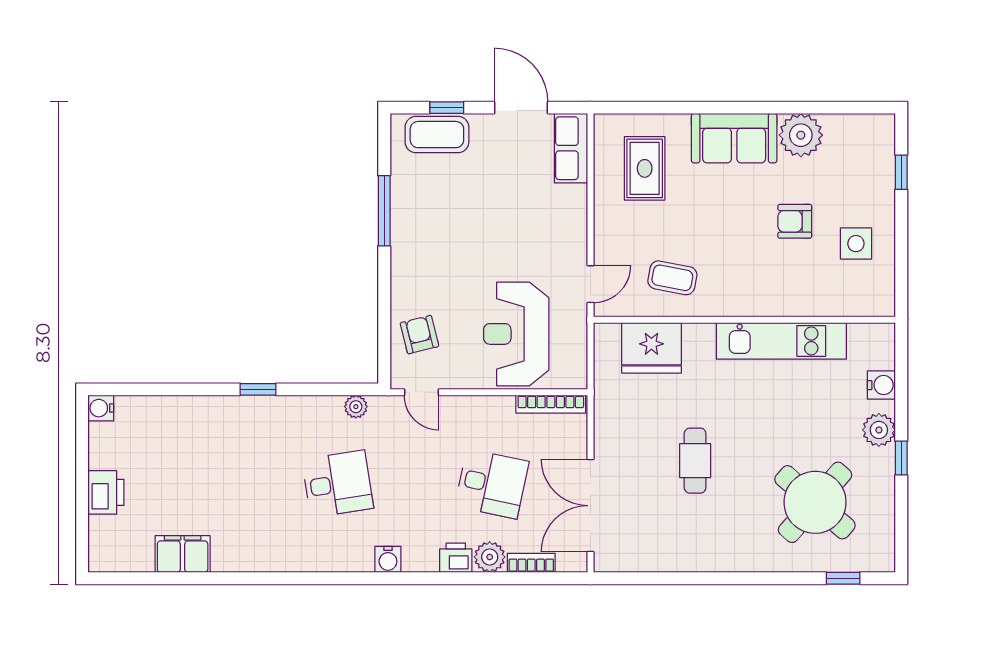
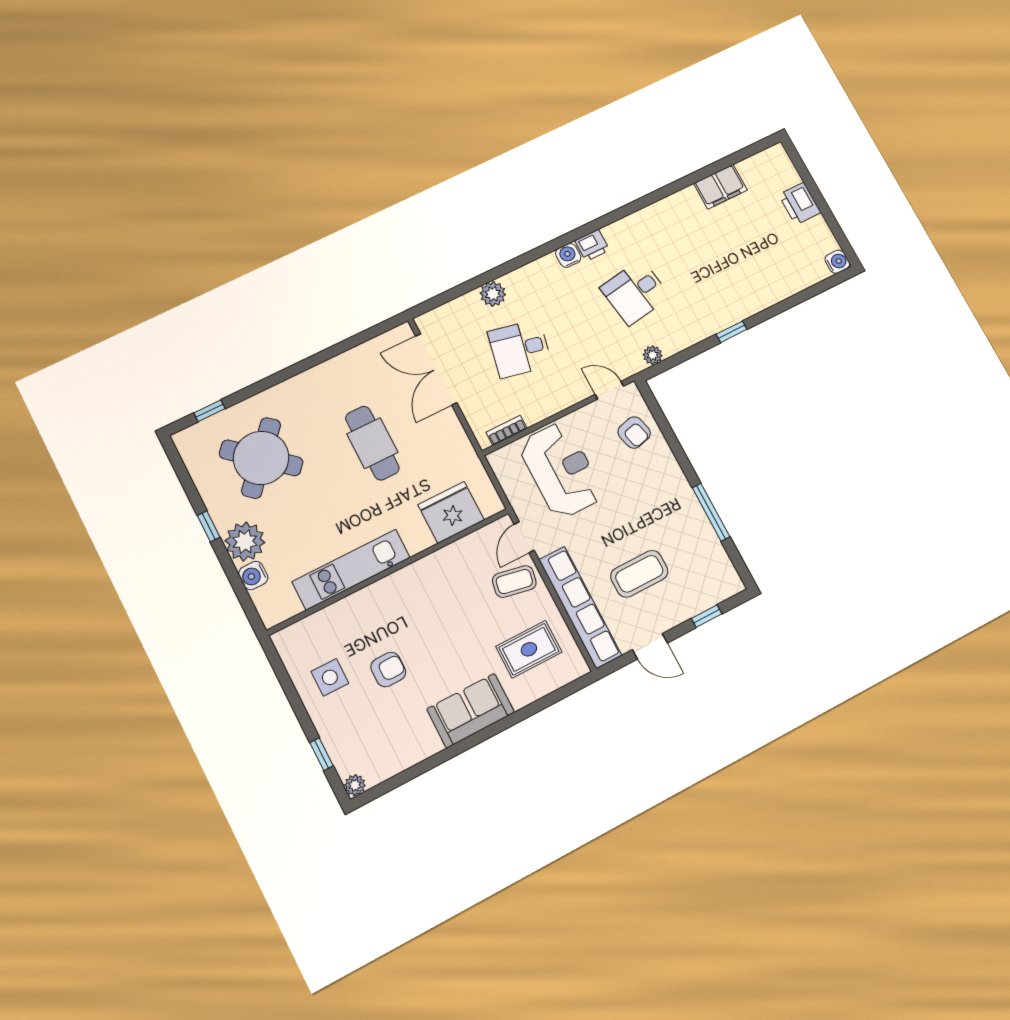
door: (521, 108) -> (650, 646), width x0.73
coffee table: (437, 135) -> (639, 574), moved
plant: (801, 135) -> (355, 785), moved, width x0.53, depth x0.53
row of seats: (571, 148) -> (580, 607), width x2.02
rug: (645, 168) -> (529, 649), turned 90
coffee table: (672, 278) -> (514, 582), moved
bookcase: (551, 404) -> (507, 430), width x0.64
plant: (879, 430) -> (245, 542), width x1.36, depth x1.36
cafe table: (695, 461) -> (372, 443), width x1.37, depth x1.35
double door: (590, 506) -> (436, 369), swing flipped
printer: (456, 558) -> (592, 245), moved
bookcase: (531, 563) -> (459, 305), removed

